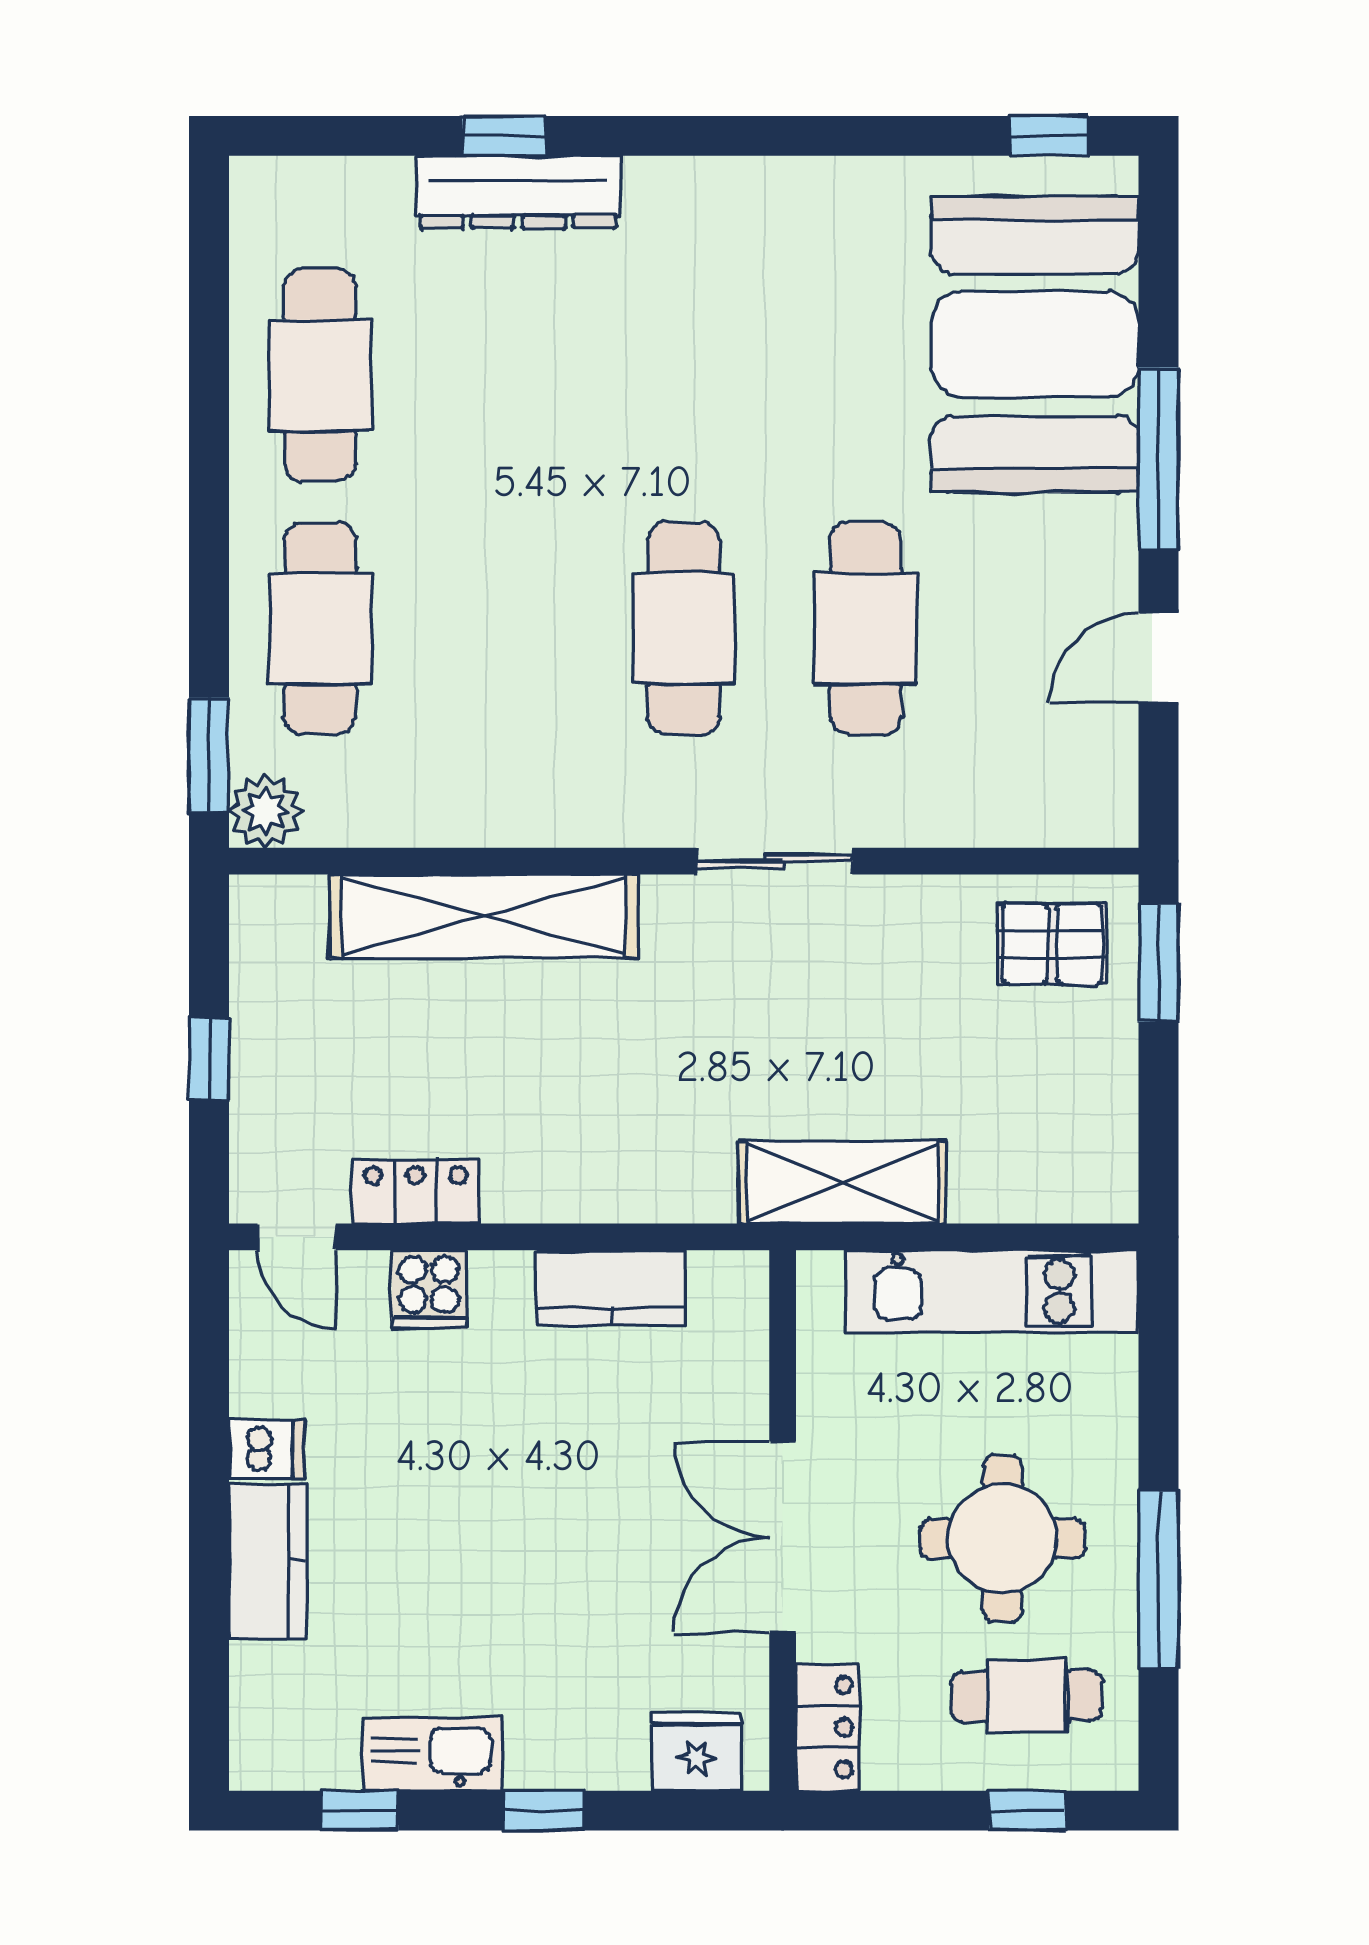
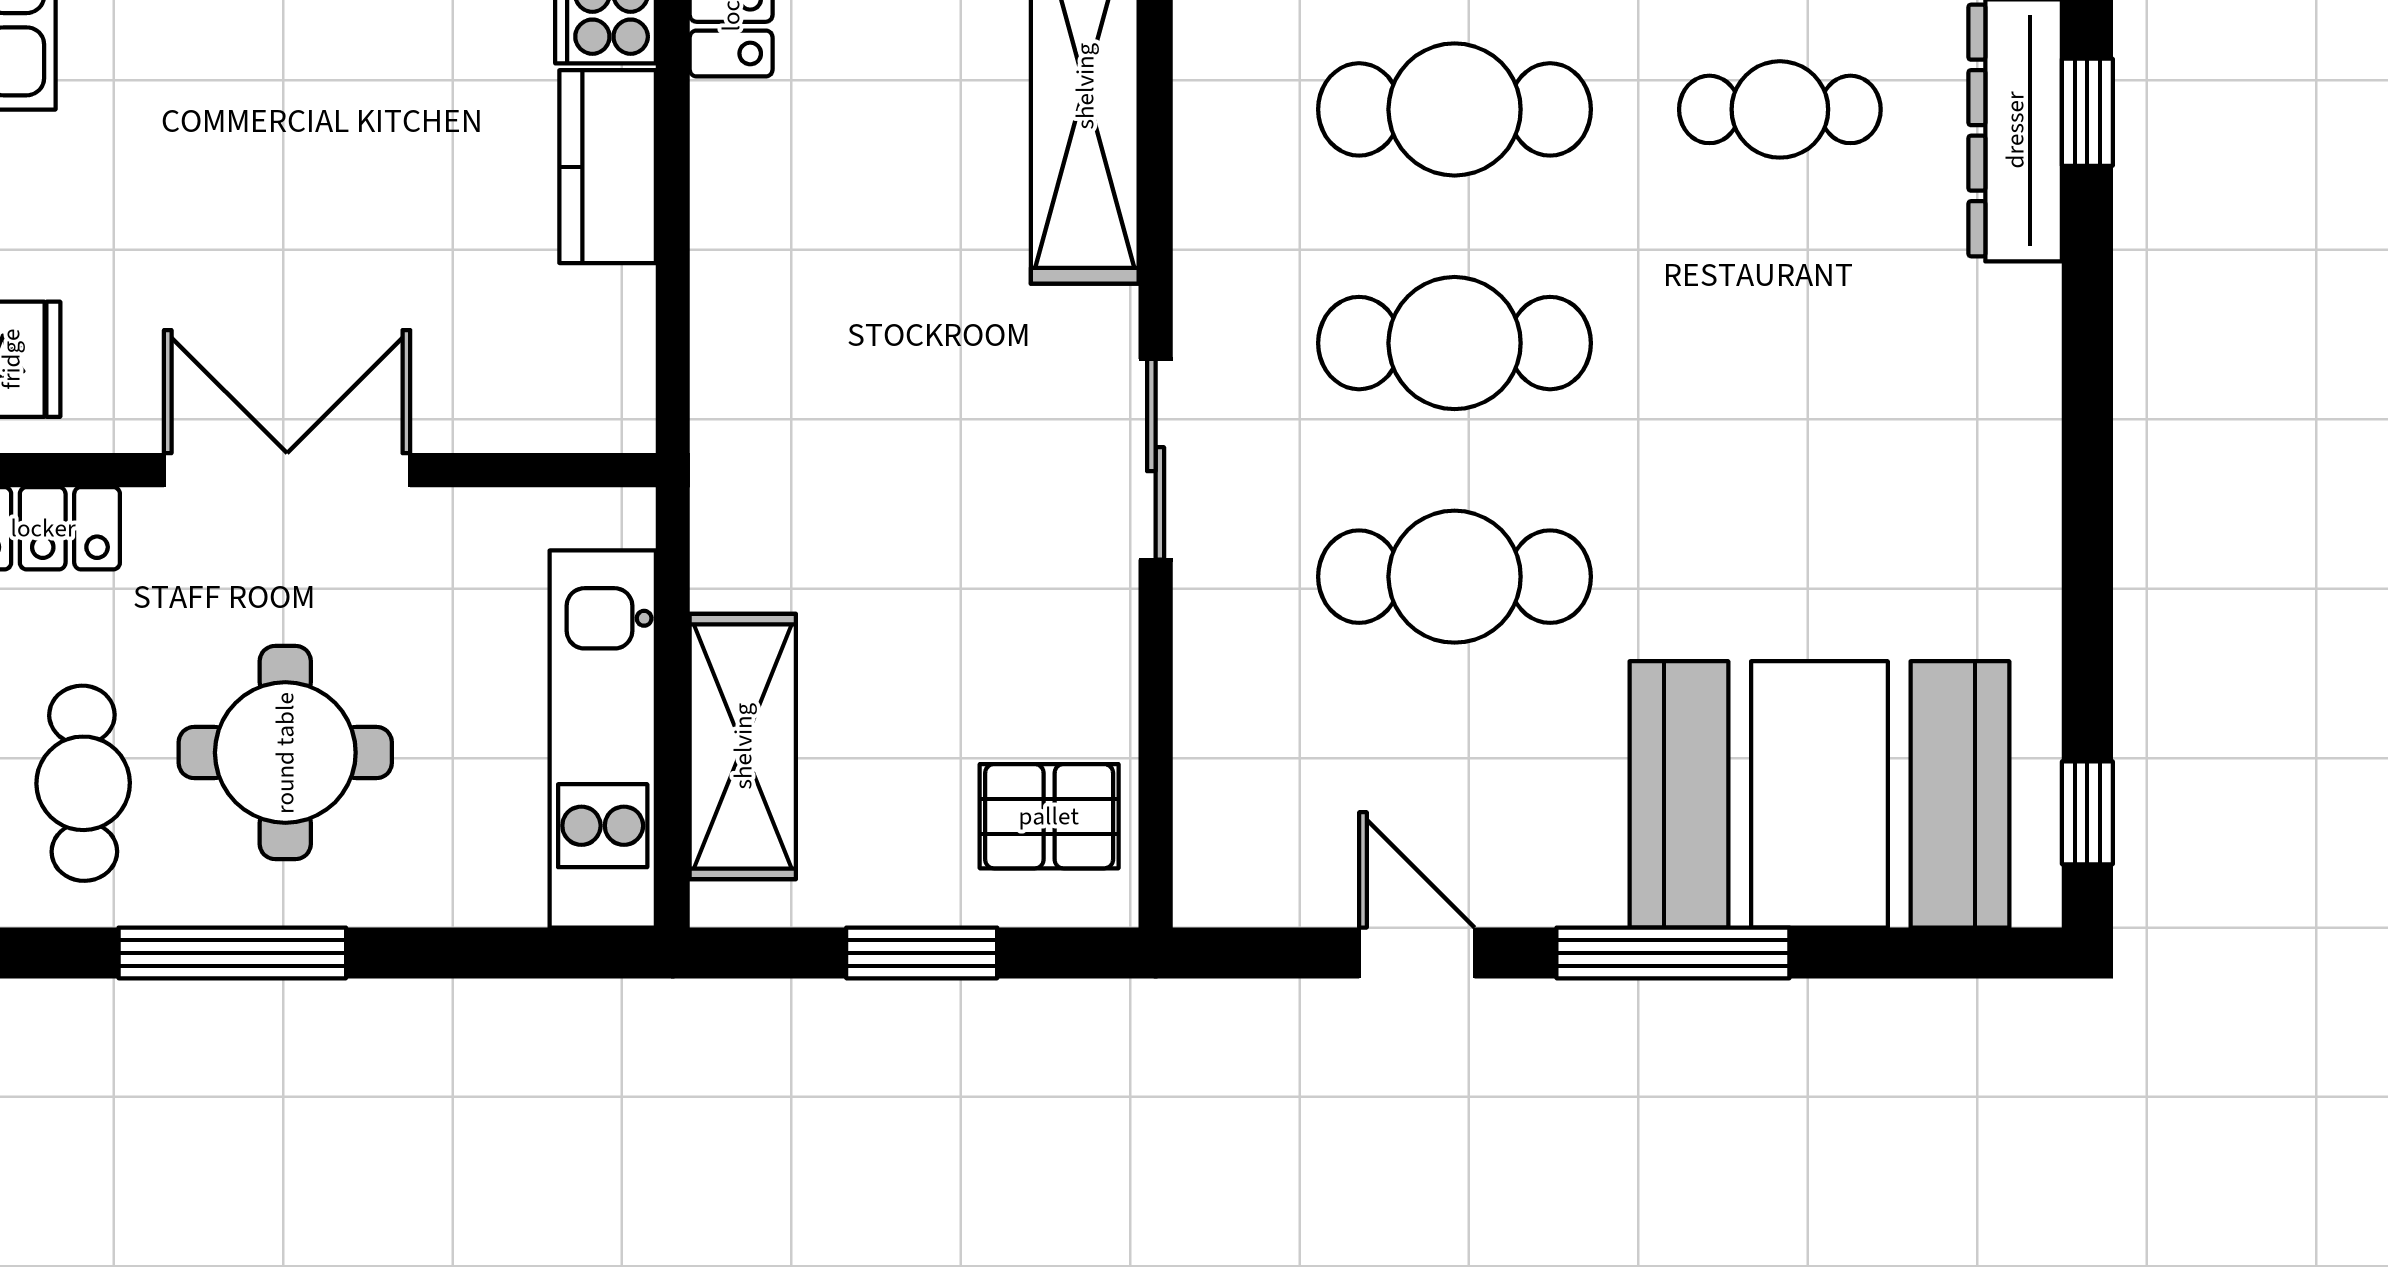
cafe table: (502, 375) -> (1780, 109), added
cafe table: (502, 628) -> (1455, 109), added
pallet: (1052, 944) -> (1049, 816), turned 90
window: (1158, 963) -> (922, 953), moved
shelving: (843, 1182) -> (743, 746), moved
kitchen counter: (611, 1288) -> (608, 167), moved

